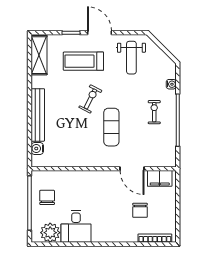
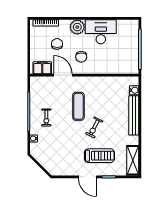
weight bench: (131, 58) -> (63, 158), removed
chair: (47, 197) -> (81, 57), moved
desk: (76, 226) -> (101, 32), width x1.37
plant: (50, 233) -> (77, 27), moved

